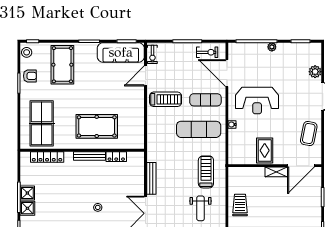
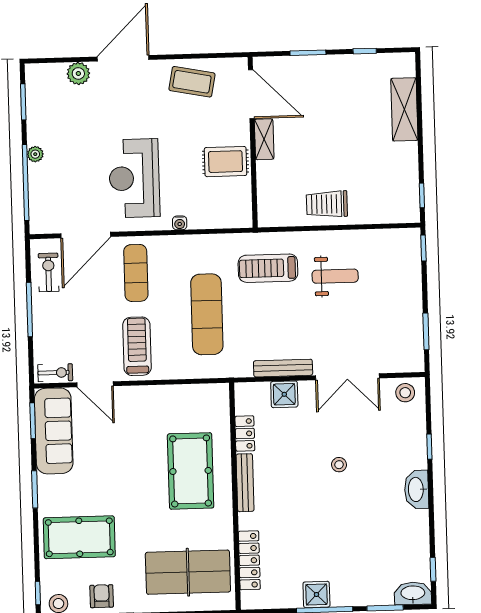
reception desk: (257, 100) -> (134, 178), turned 180
exercise mat: (199, 129) -> (207, 314), moved
shower: (27, 208) -> (284, 394), moved

